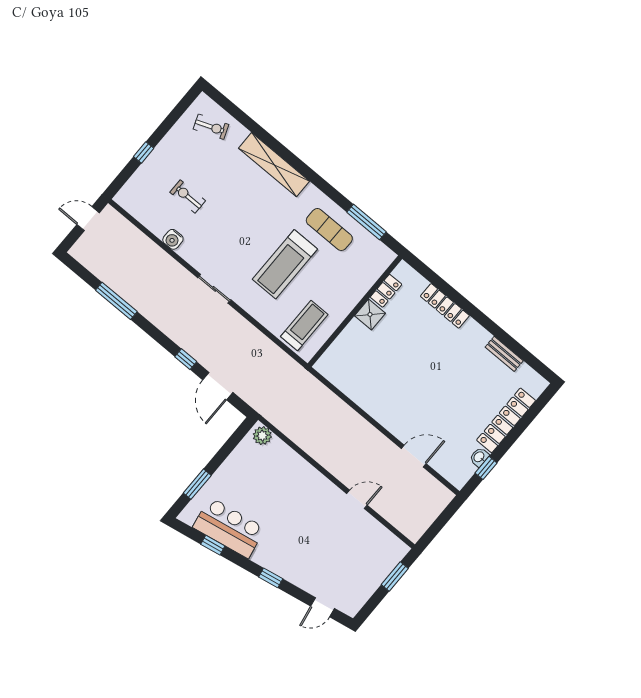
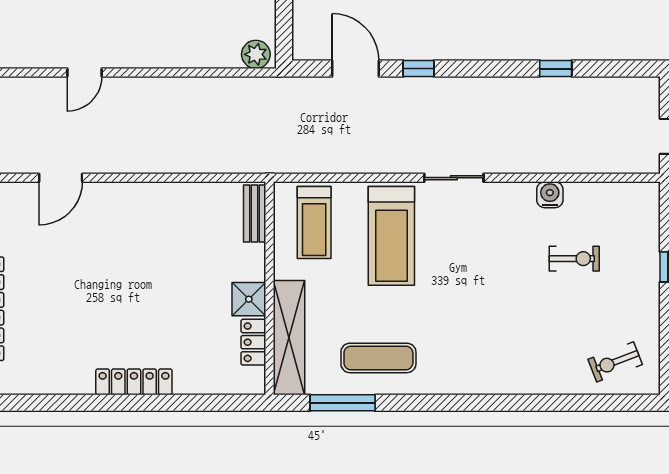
shelving: (274, 165) -> (289, 338), moved, turned 90
treadmill: (285, 264) -> (391, 236), moved, turned 180
window: (116, 301) -> (556, 69), width x0.46
locker: (445, 306) -> (134, 382), moved
bench: (504, 354) -> (255, 213), moved, turned 90

